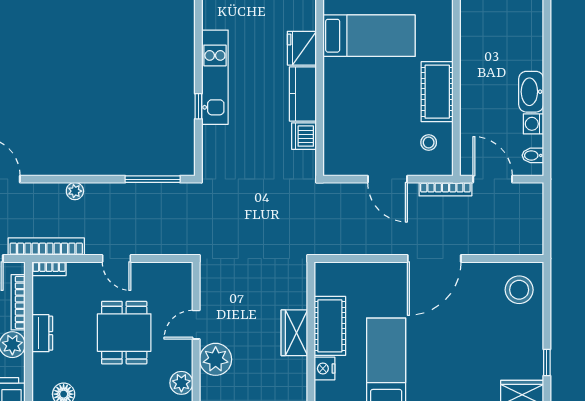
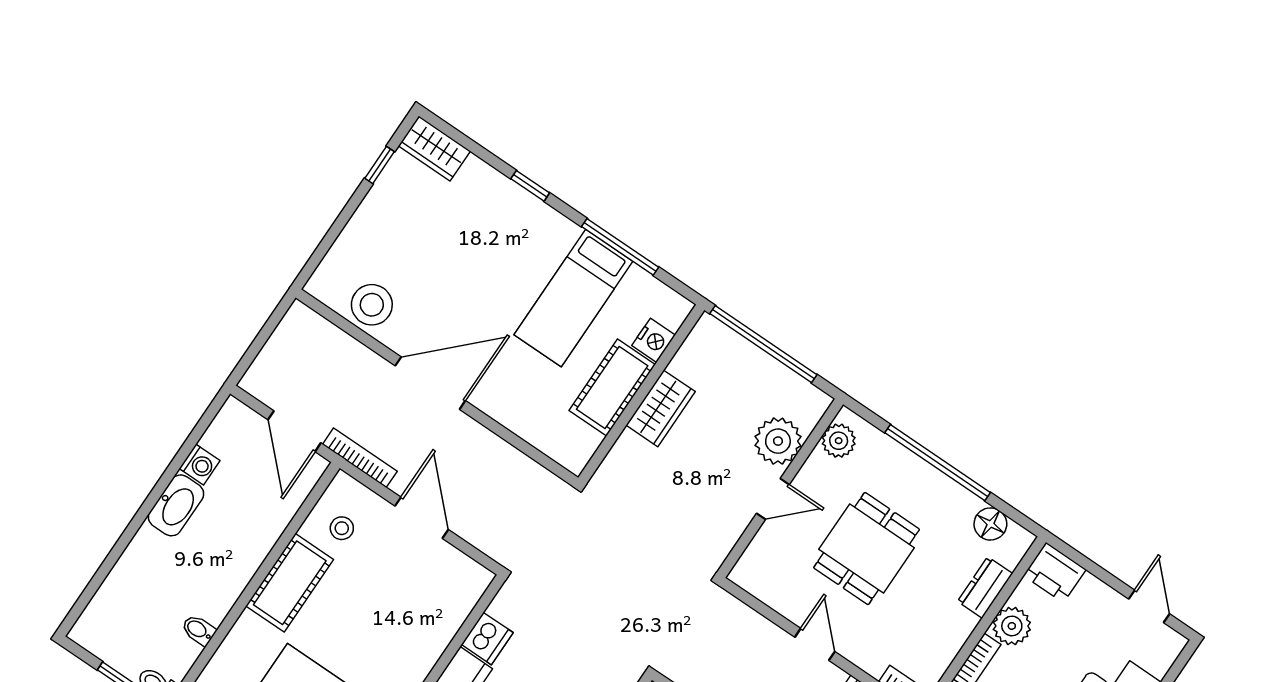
bidet: (533, 155) -> (199, 630), moved, turned 180
stool: (519, 290) -> (372, 305), moved
dresser: (42, 333) -> (985, 587), moved

